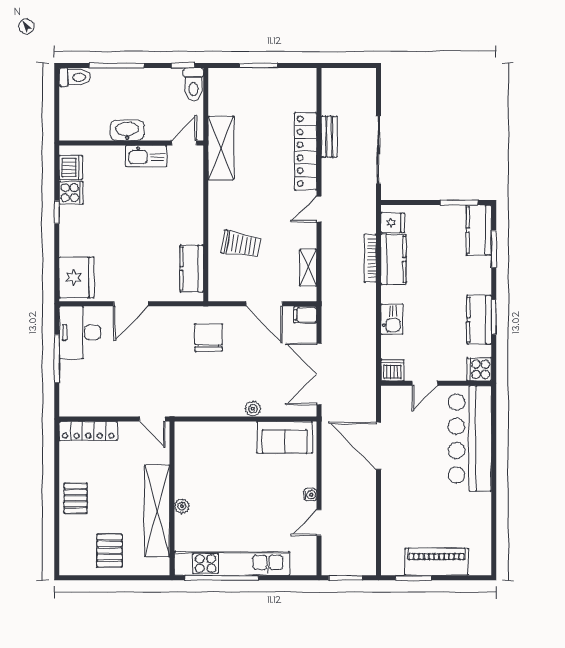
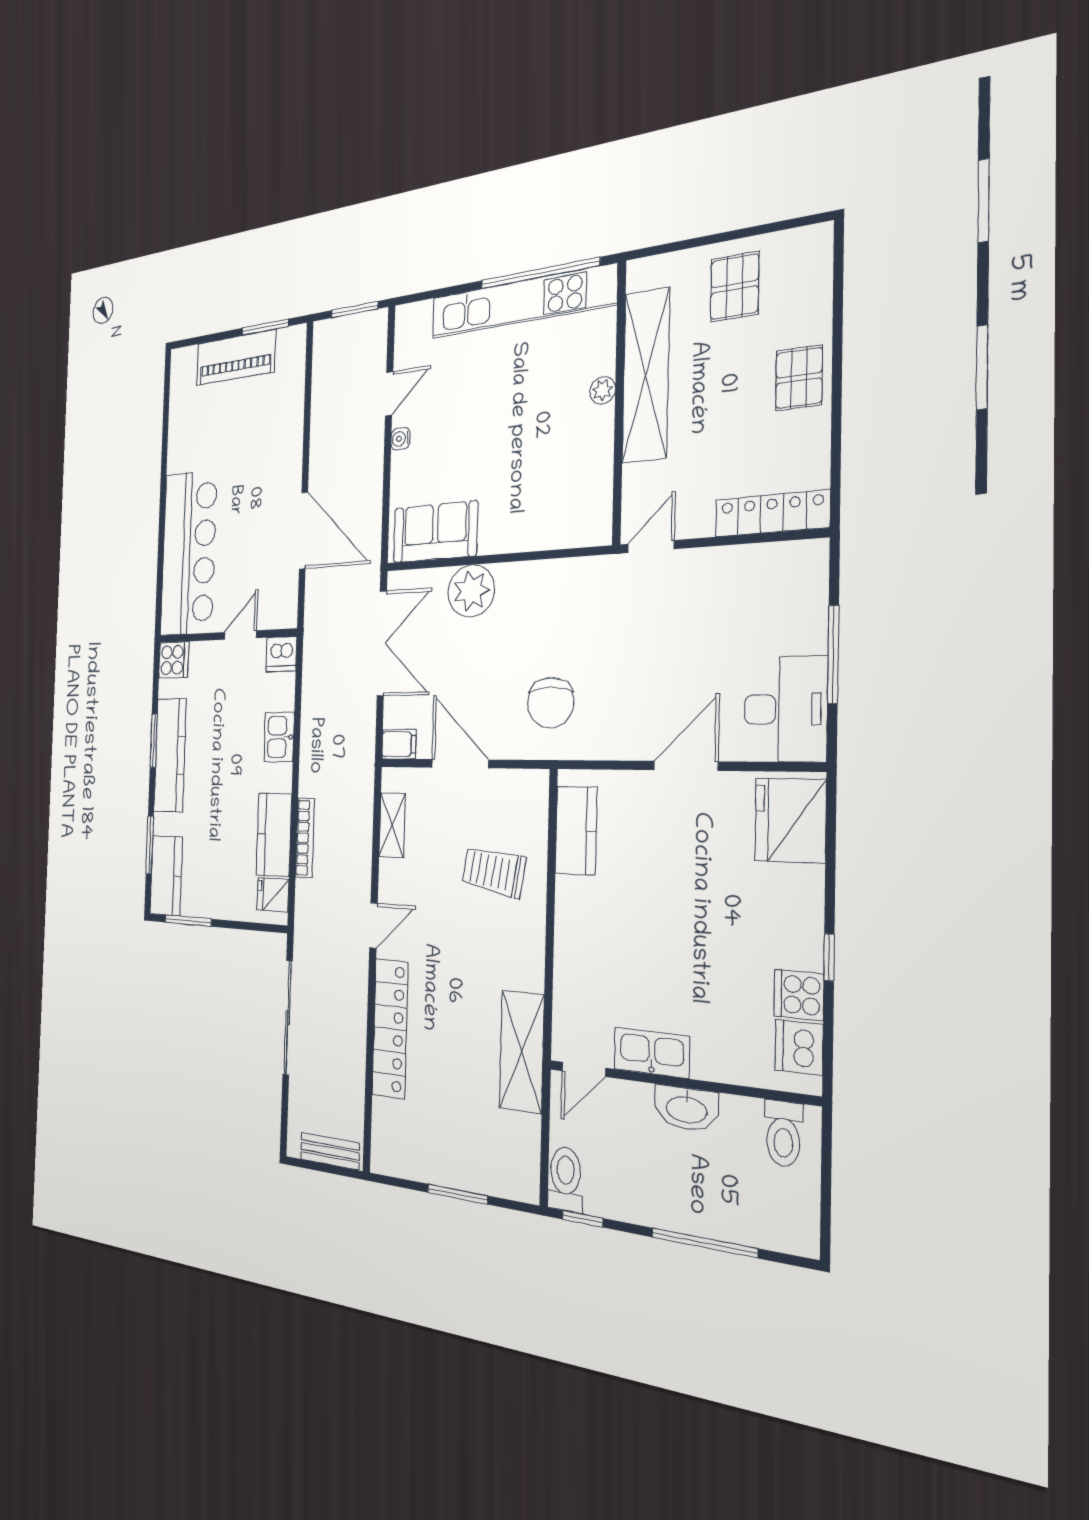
toilet: (75, 77) -> (783, 1134), moved, turned -90
bench: (329, 137) -> (330, 1151), moved, turned 90
kitchen counter: (479, 320) -> (170, 755), width x1.50
plant: (253, 409) -> (471, 591), width x1.87, depth x1.87
door: (152, 419) -> (651, 547), hinge flipped

